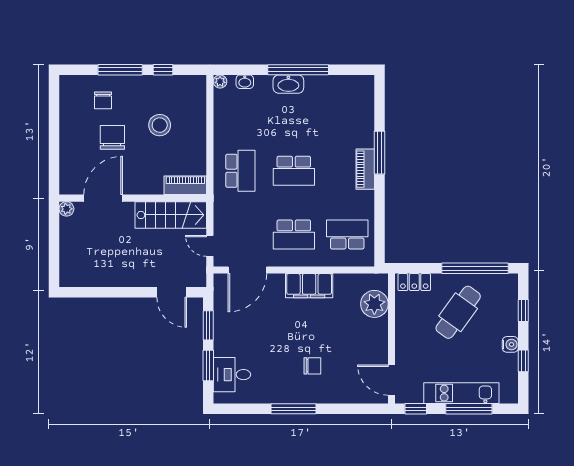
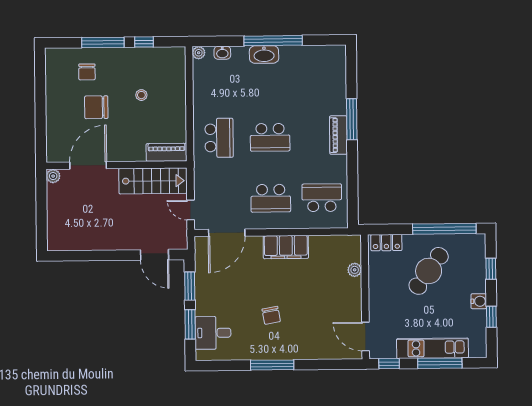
stool: (160, 125) -> (141, 95), width x0.53, depth x0.53
chair: (112, 137) -> (96, 107), turned -90
plant: (374, 304) -> (355, 270), width x0.53, depth x0.53
chair: (312, 366) -> (271, 315), moved, turned 80

